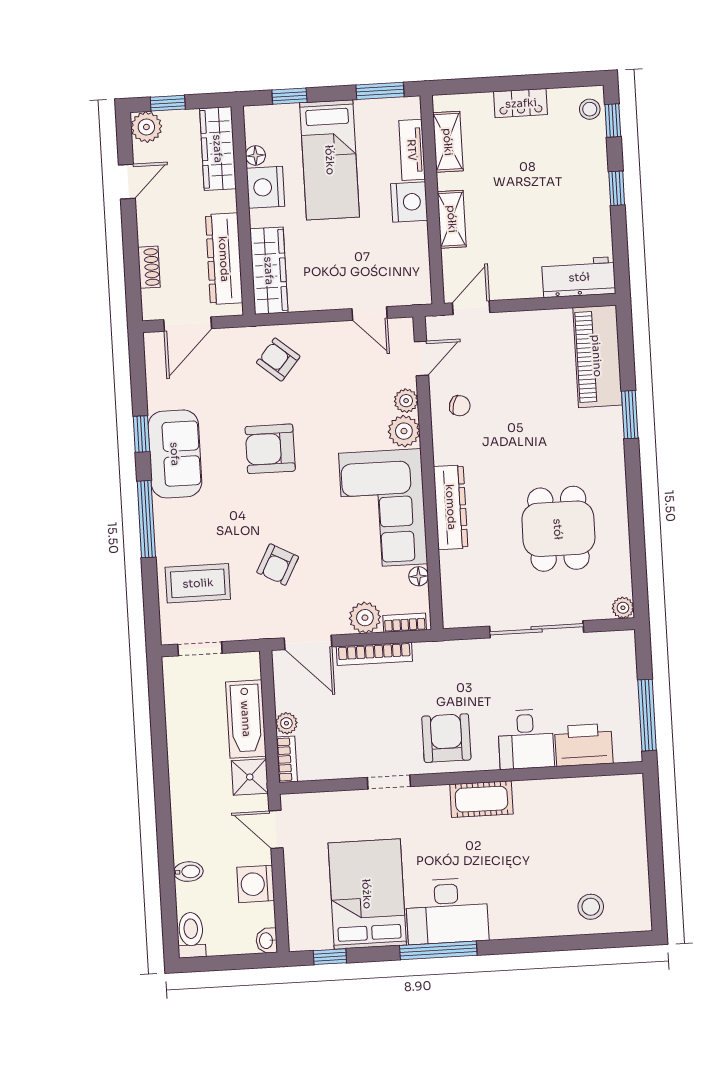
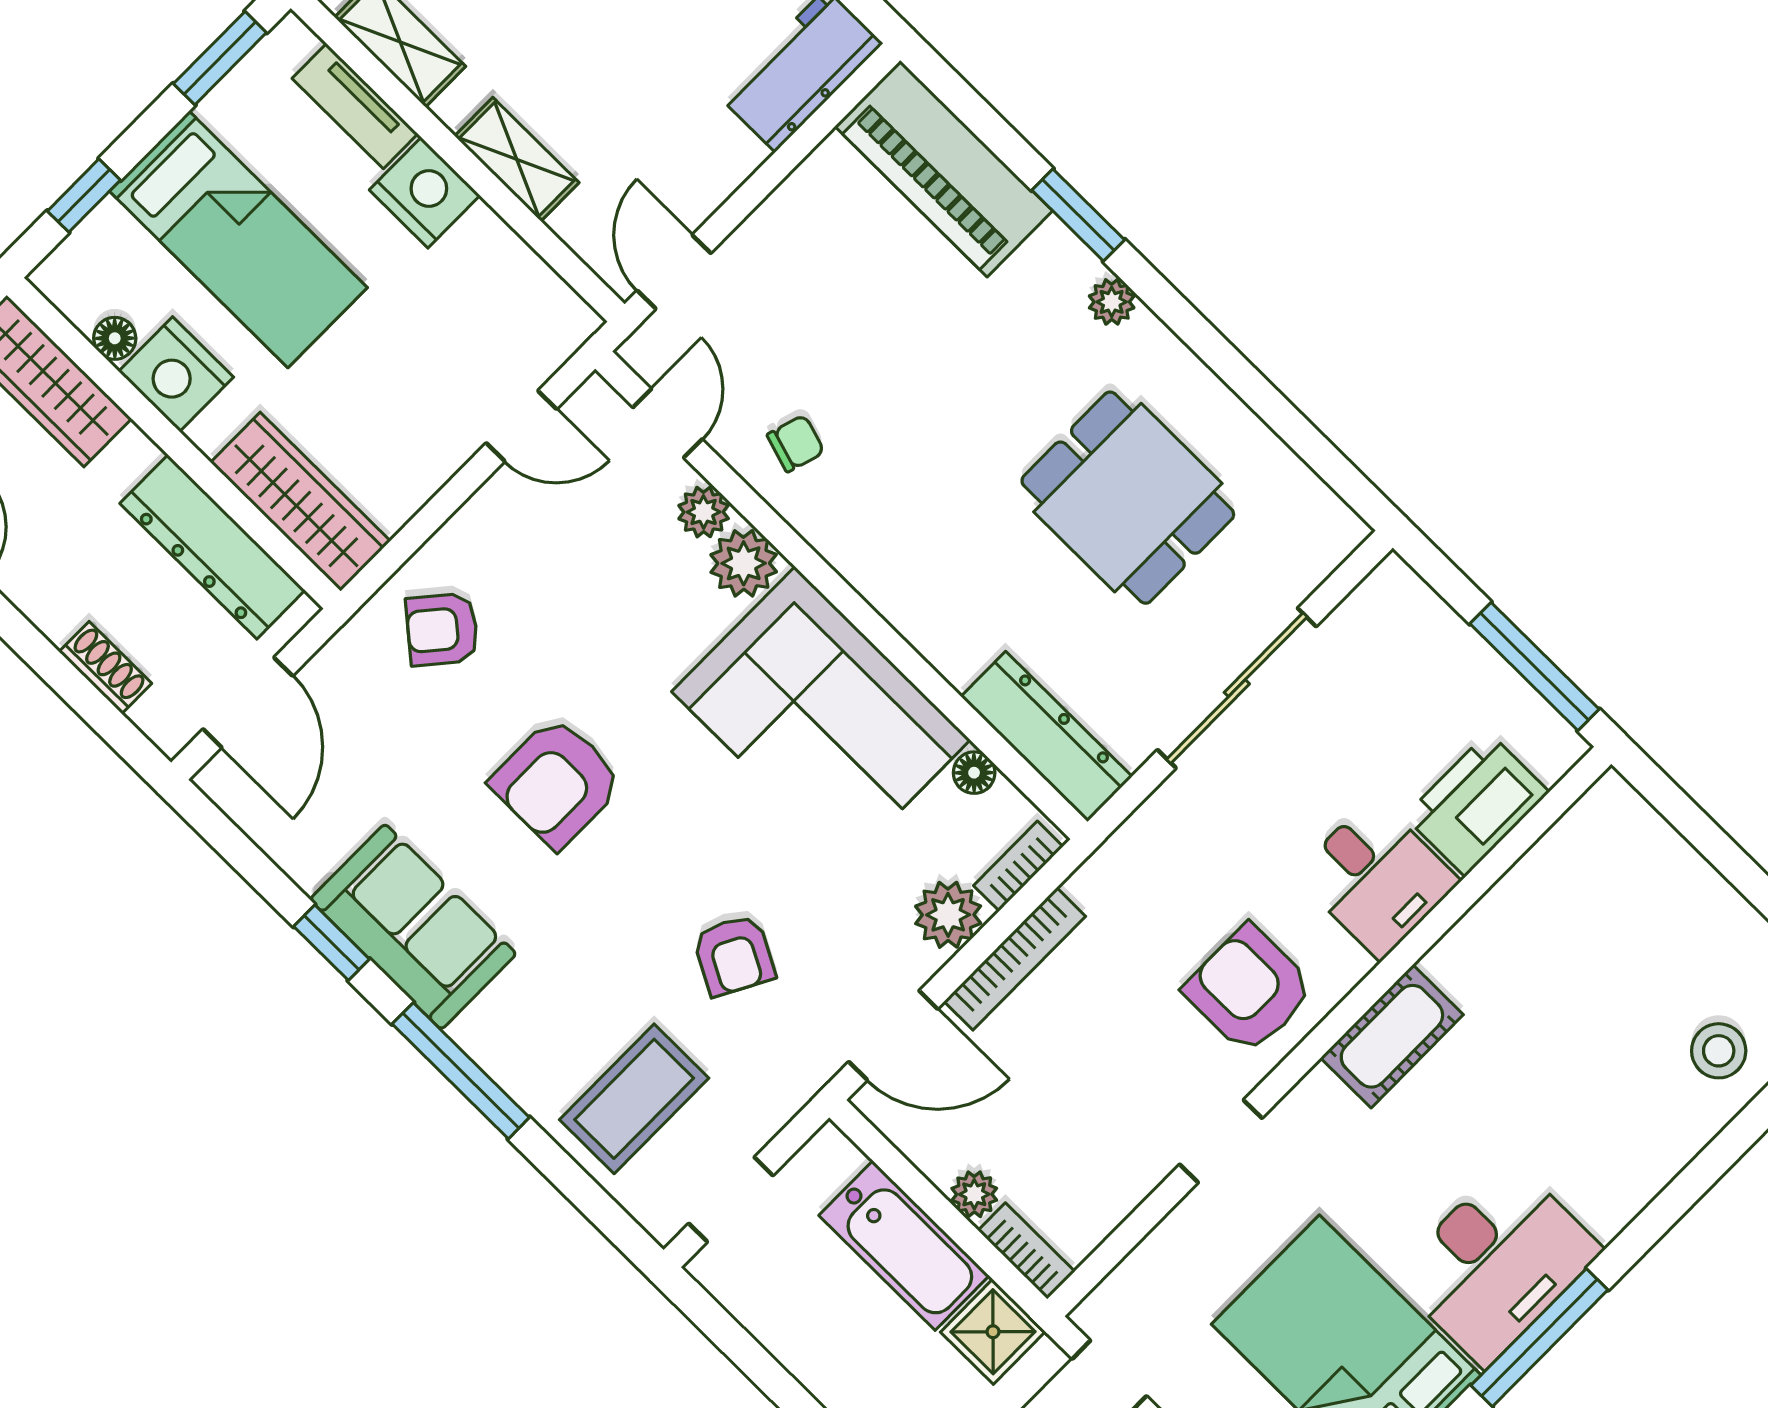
dresser: (451, 507) -> (1047, 737), moved
plant: (623, 608) -> (1112, 302), moved

